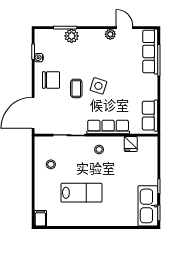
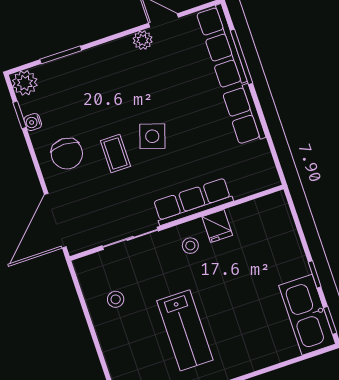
plant: (72, 36) -> (25, 83), moved
chair: (51, 80) -> (67, 154), turned 90
row of seats: (150, 116) -> (244, 115), moved
fridge: (131, 144) -> (217, 226), moved
lab bench: (81, 193) -> (185, 330), turned 90

